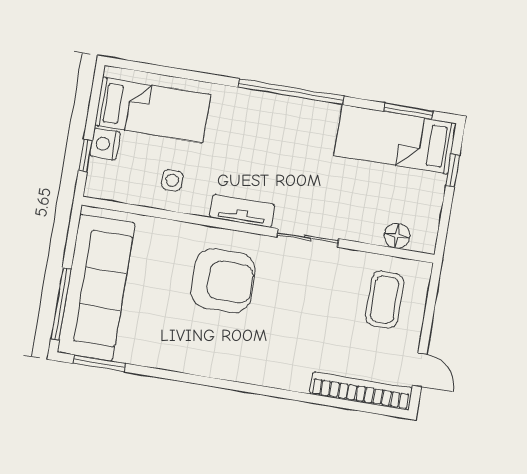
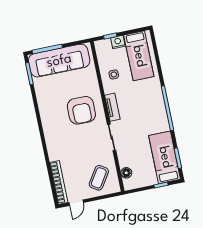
coffee table: (385, 300) -> (99, 178), turned -57

